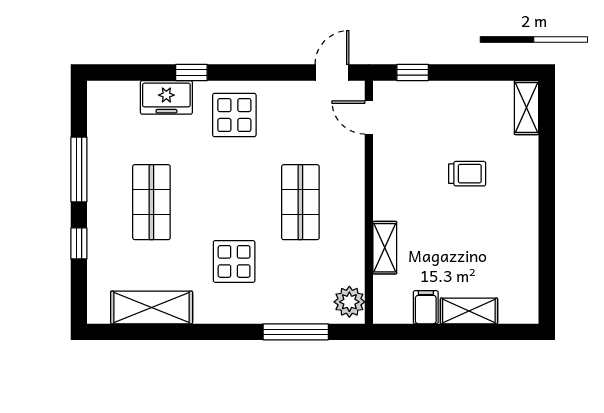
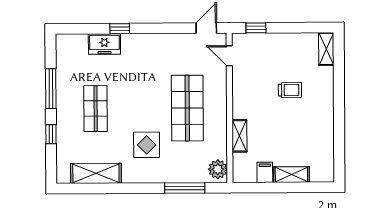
display table: (234, 115) -> (146, 55), removed
shop shelf: (300, 202) -> (187, 108), width x1.43, depth x1.36

